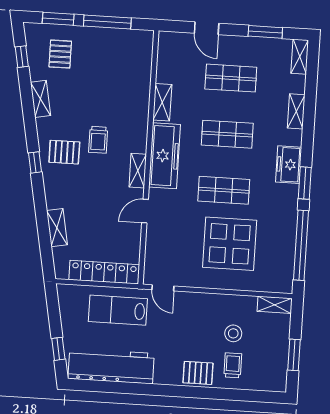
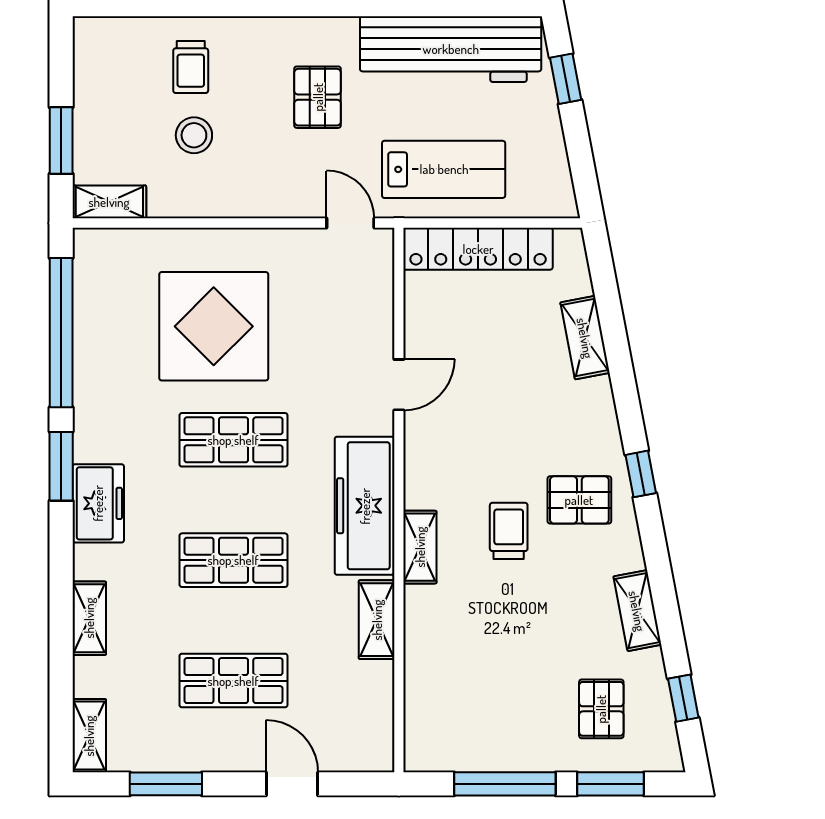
shelving: (138, 171) -> (420, 547), moved
window: (294, 355) -> (61, 140), moved
pallet: (198, 373) -> (318, 97), moved, turned 90

